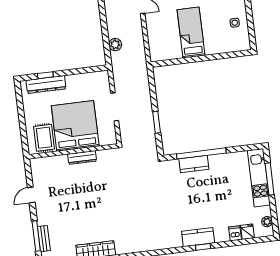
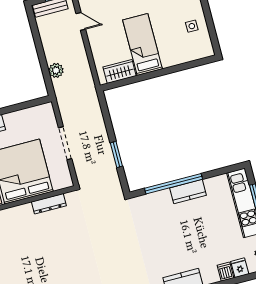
wardrobe: (169, 53) -> (120, 71), added
dresser: (82, 158) -> (49, 204), moved
kitchen counter: (194, 164) -> (188, 192), moved

